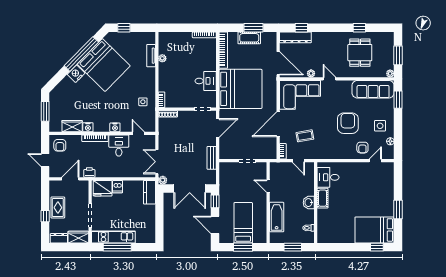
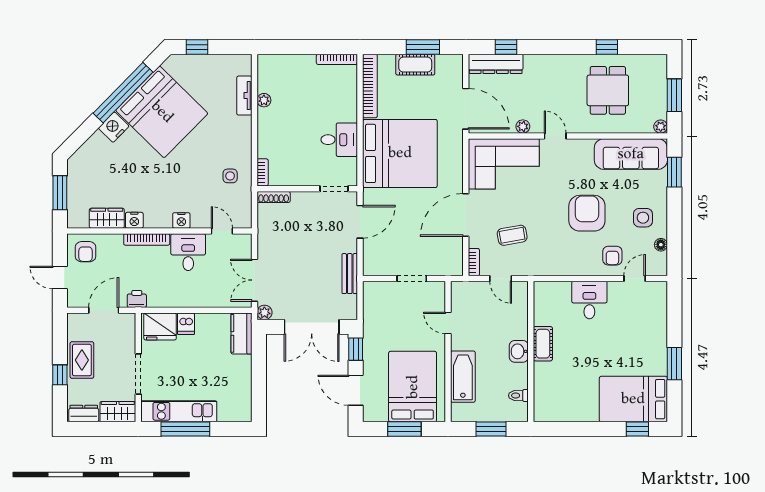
desk: (328, 177) -> (589, 300), moved, turned 90
bed: (243, 223) -> (413, 387), width x1.50

